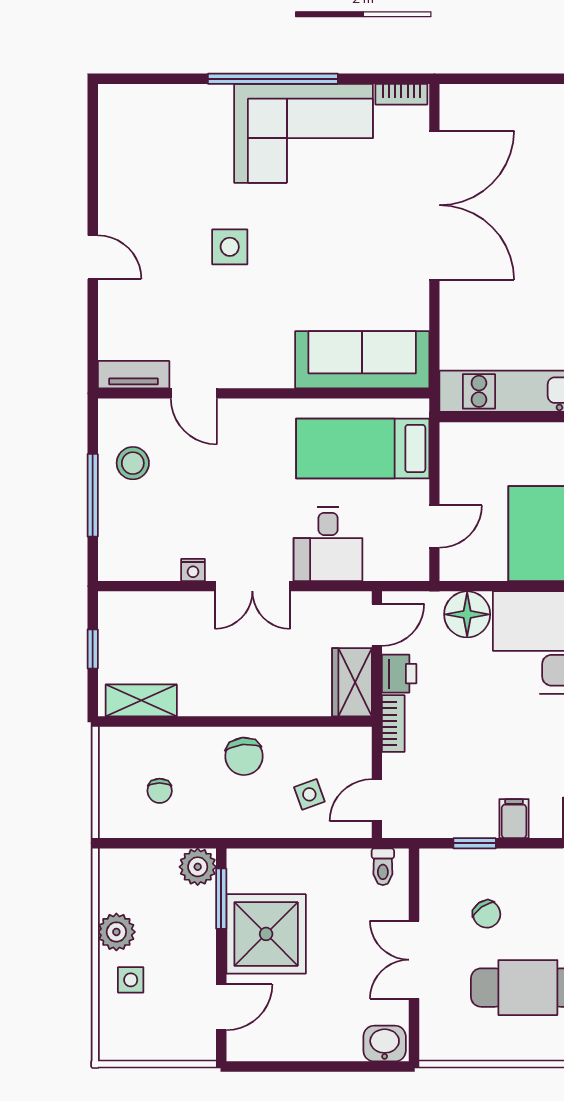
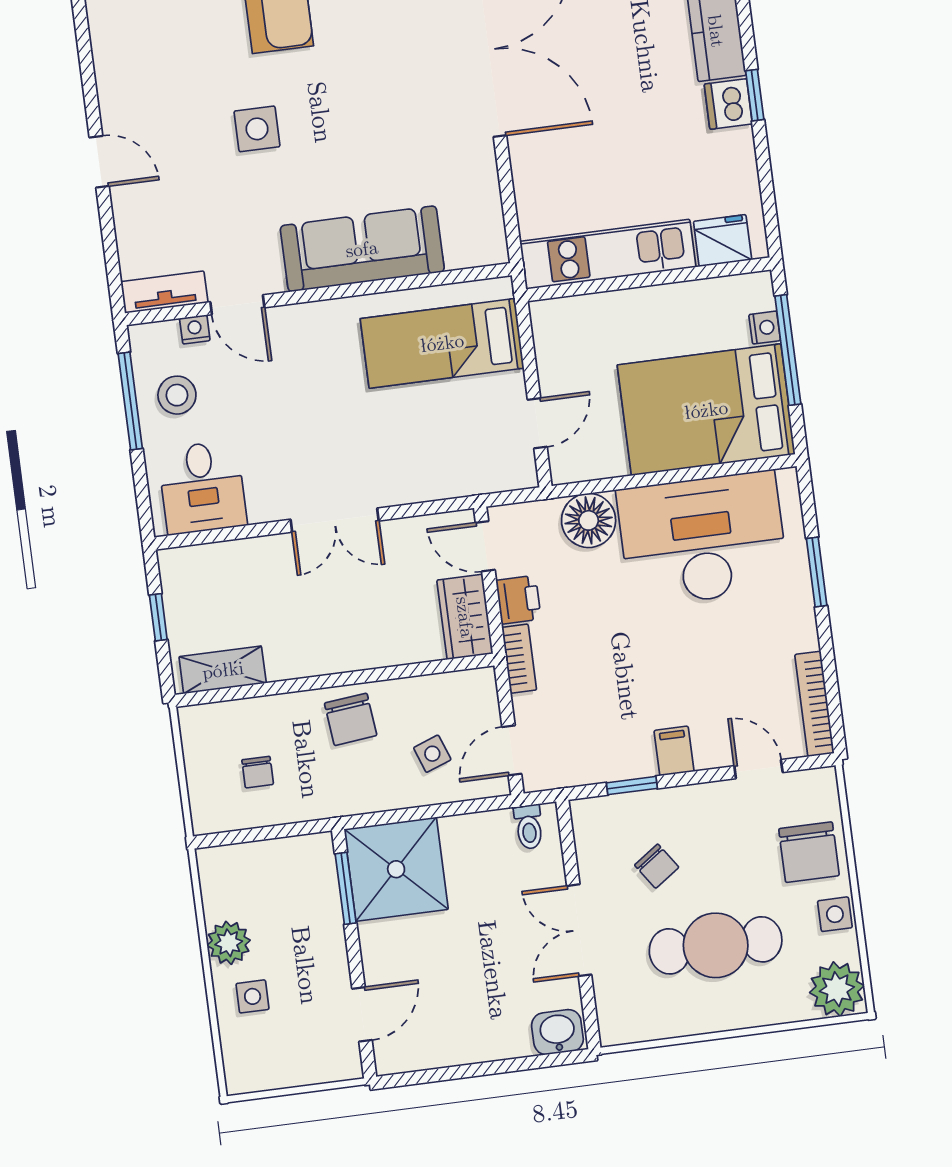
sofa: (362, 360) -> (362, 249), moved
window: (93, 495) -> (130, 401), moved
desk: (328, 544) -> (202, 487), moved
nightstand: (193, 570) -> (195, 329), moved, turned 180
door: (377, 625) -> (485, 546), swing flipped
plant: (198, 867) -> (313, 855), removed
shower: (266, 934) -> (396, 869), moved

